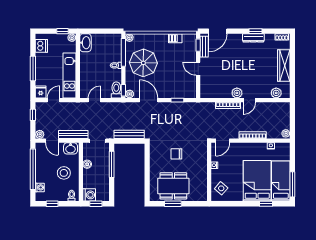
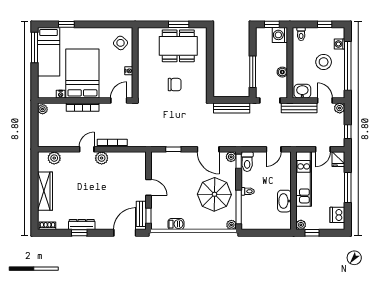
washbasin: (85, 43) -> (284, 201), moved
stool: (64, 173) -> (324, 62), moved
bed: (257, 181) -> (82, 73), moved, turned 180

